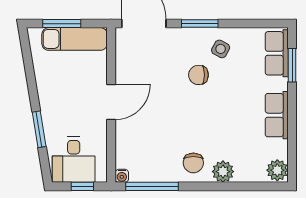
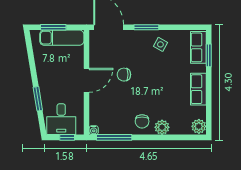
chair: (198, 75) -> (124, 75), moved

